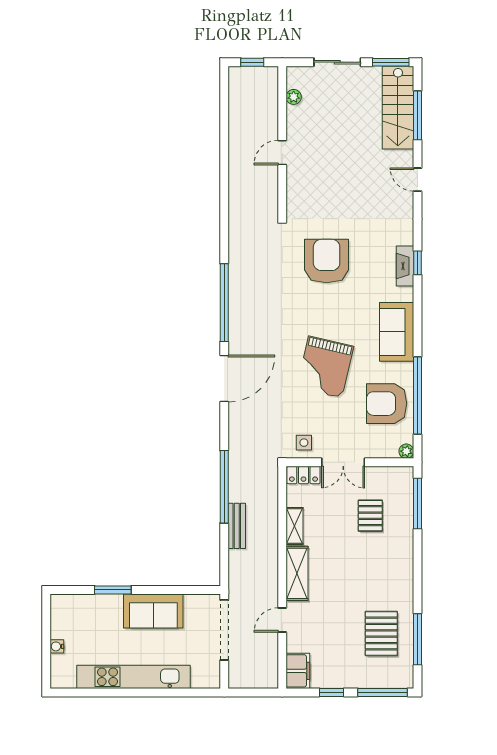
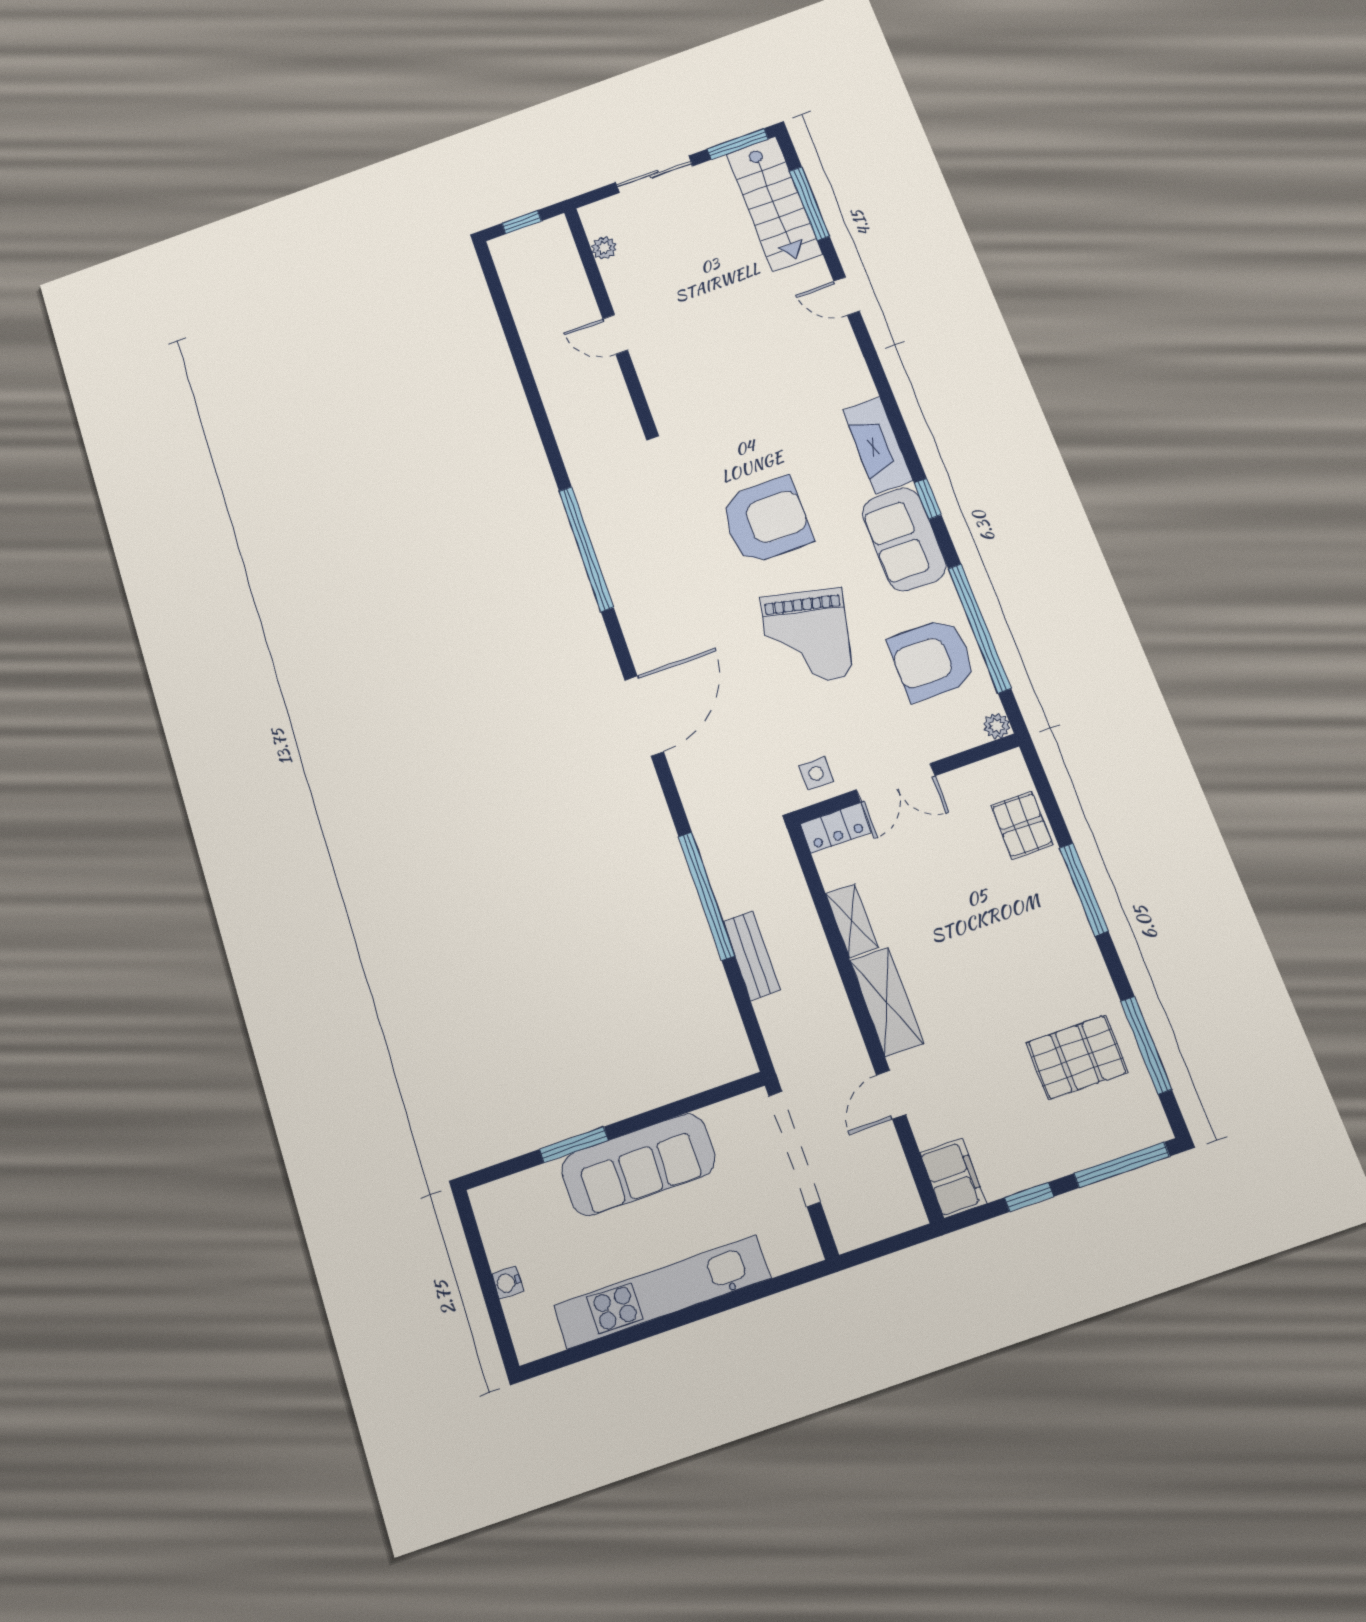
door: (282, 153) -> (615, 334), hinge flipped
armchair: (327, 261) -> (766, 520), moved, turned 90
window: (417, 263) -> (928, 499), moved
fireplace: (405, 266) -> (878, 445), width x1.37, depth x1.32
window: (224, 303) -> (586, 549), moved
window: (417, 504) -> (1084, 889), moved
pallet: (370, 516) -> (1022, 825), moved
sofa: (153, 611) -> (638, 1165), width x1.36
pallet: (381, 634) -> (1077, 1057), turned 90

